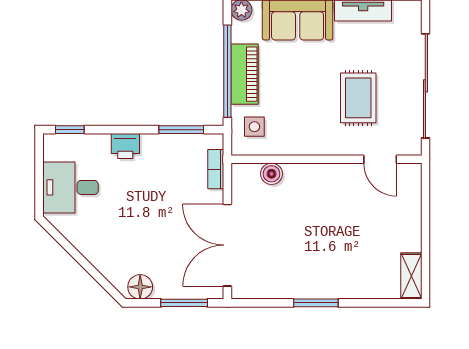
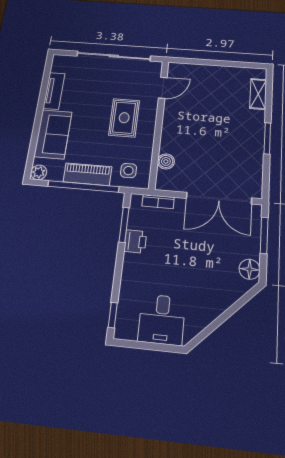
rug: (358, 98) -> (124, 118), moved, turned 90
printer: (125, 146) -> (135, 241), moved
shelving: (411, 276) -> (258, 94), moved, turned 90

